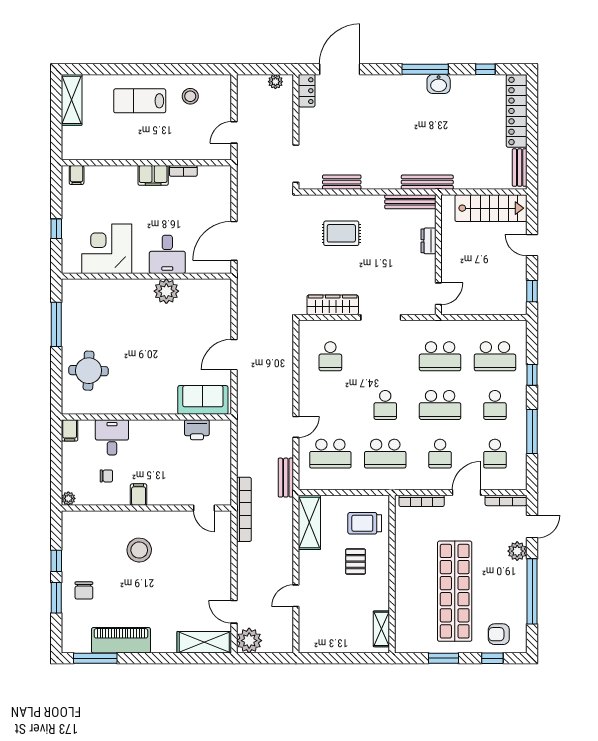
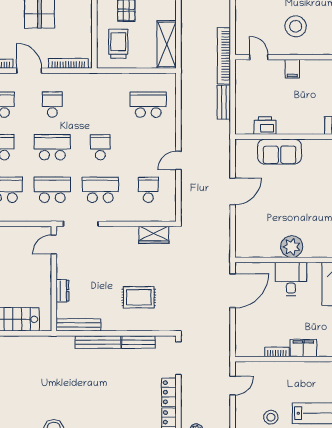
locker: (307, 125) -> (169, 392), added
bench: (427, 182) -> (98, 342), moved
wardrobe: (333, 305) -> (154, 235), width x0.67
doorway: (381, 317) -> (81, 224), moved
sofa: (203, 400) -> (280, 152), moved
door: (296, 427) -> (178, 160), moved
school desk: (385, 454) -> (100, 190), moved
bench: (286, 478) -> (224, 102), moved
door: (467, 493) -> (29, 71), swing flipped
filing cabinet: (139, 495) -> (292, 69), moved
trolley: (365, 523) -> (118, 44), turned -90
stool: (139, 550) -> (296, 26), moved

